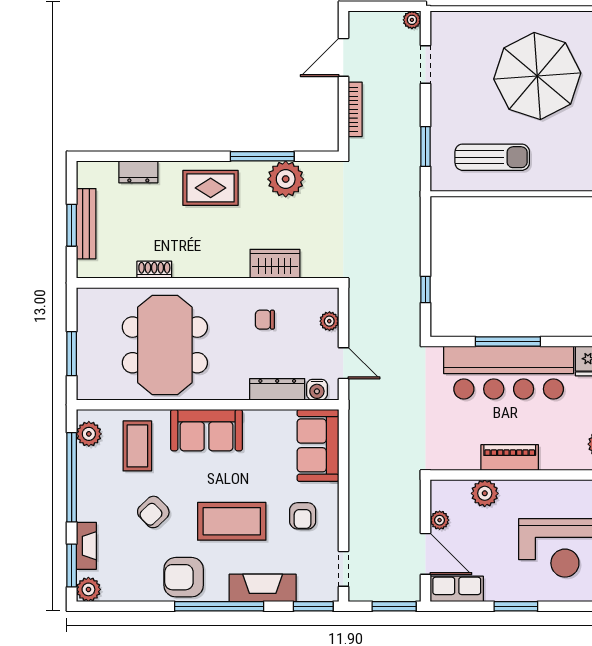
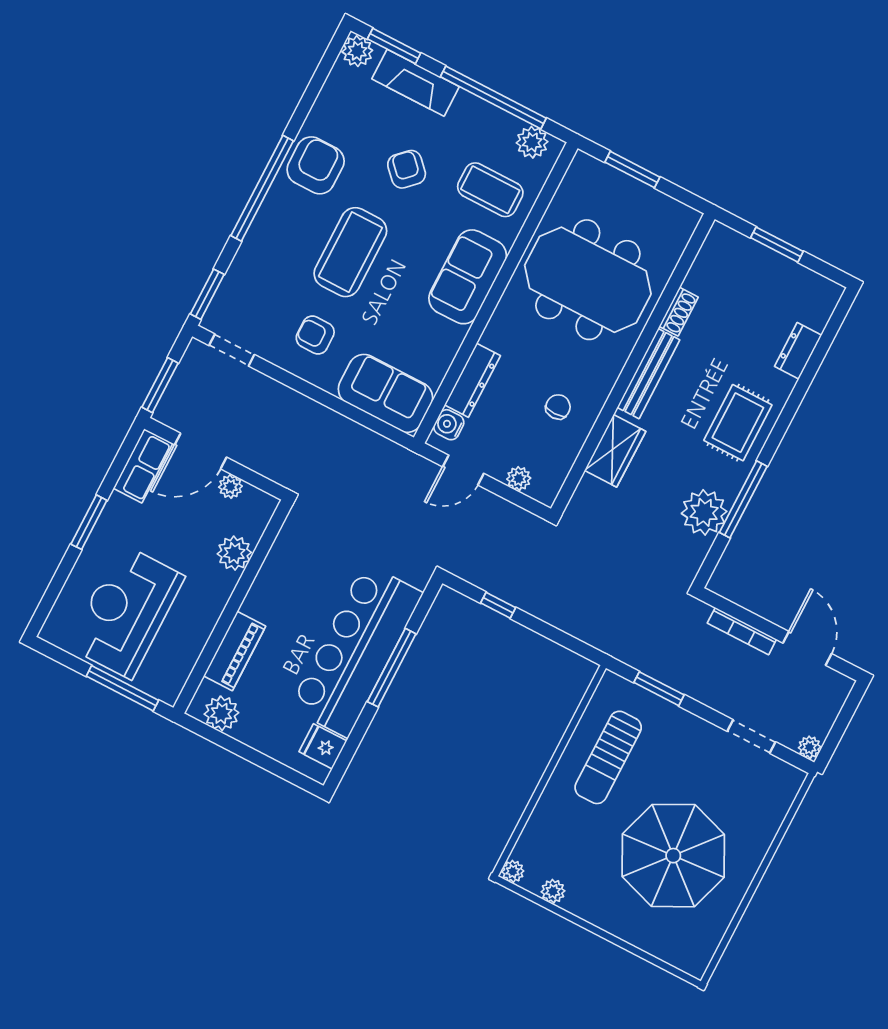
bench: (86, 224) -> (648, 374), moved, turned 90
piano: (510, 457) -> (235, 651), moved
fireplace: (86, 546) -> (416, 83), width x1.37, depth x1.32
fireplace: (263, 588) -> (257, 248), removed

